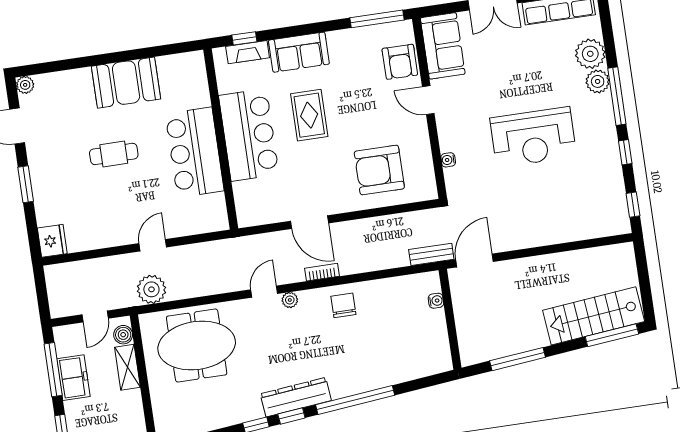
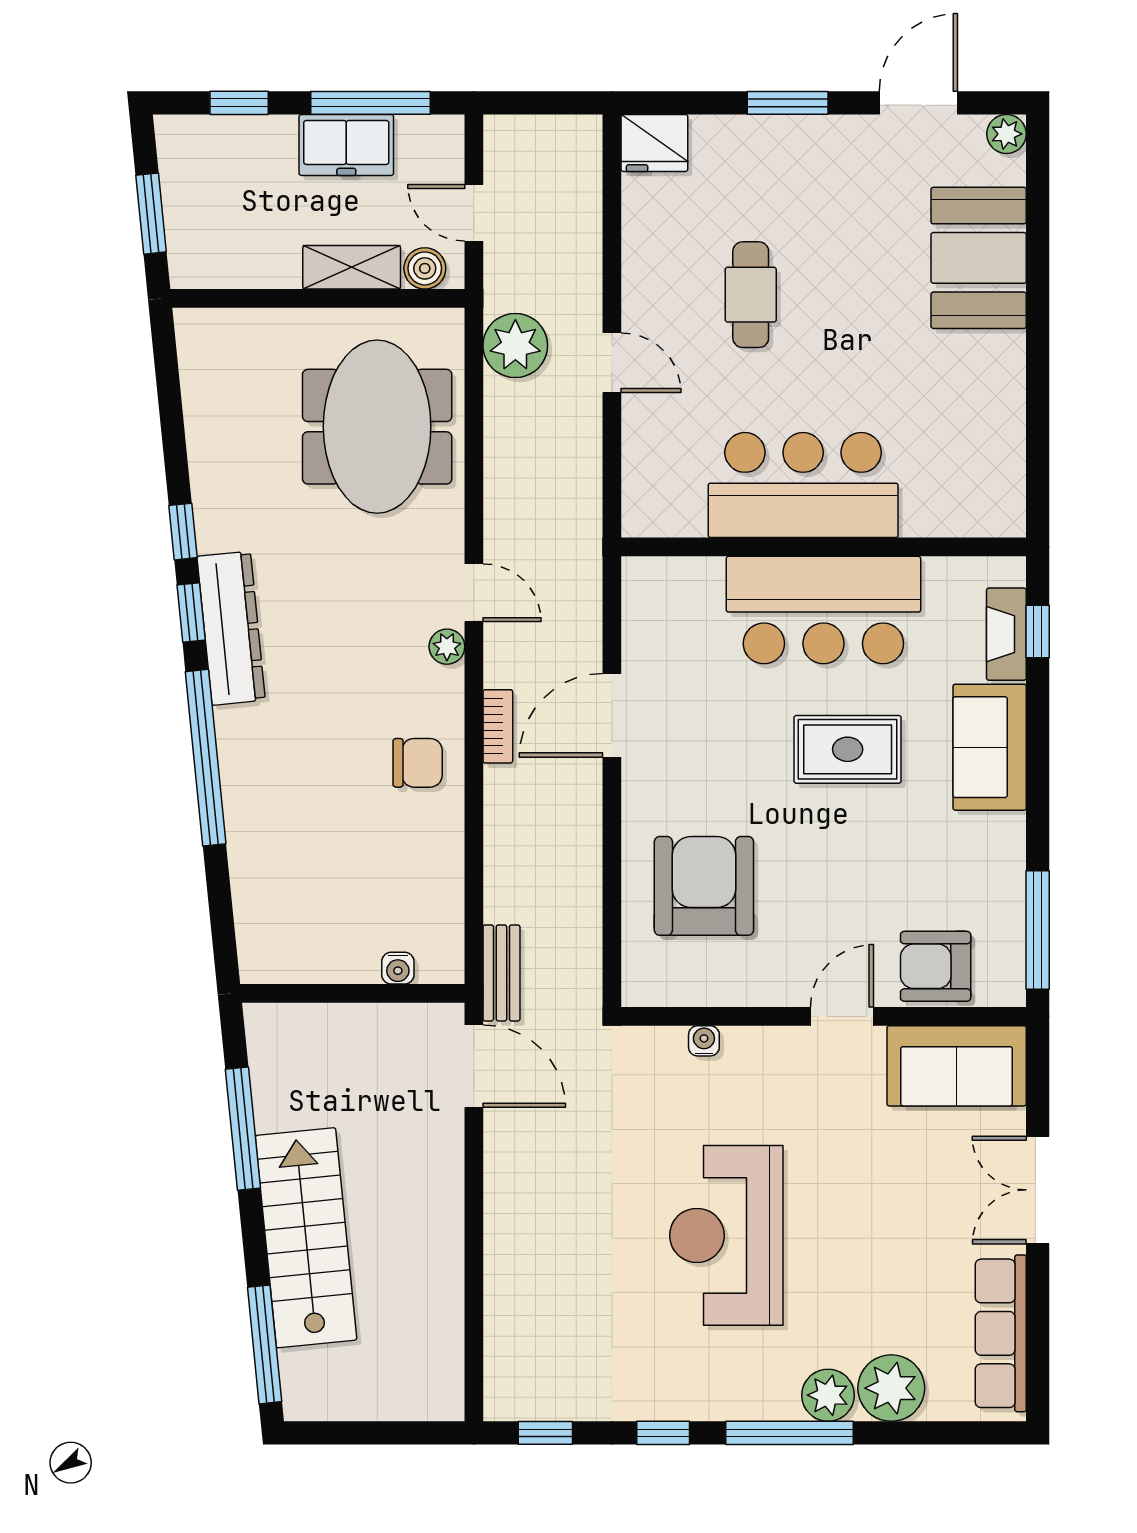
booth: (126, 83) -> (979, 258), moved
cafe table: (114, 154) -> (751, 295), moved
stairs: (594, 316) -> (306, 1238), moved

